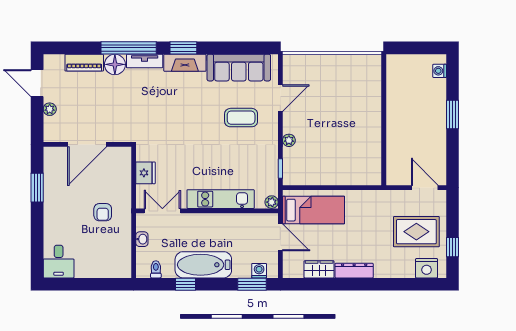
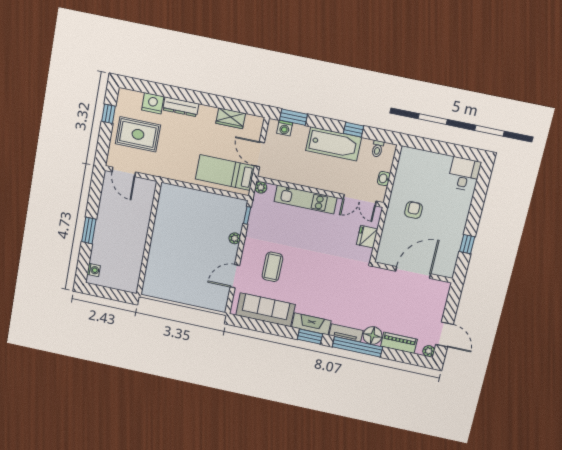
plant: (50, 109) -> (429, 351), moved
coffee table: (241, 118) -> (272, 267), turned 90
window: (37, 188) -> (467, 244), width x0.67
nightstand: (427, 268) -> (153, 103), moved
dresser: (354, 271) -> (181, 107), moved

